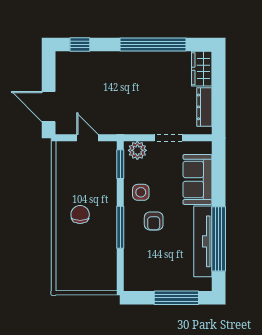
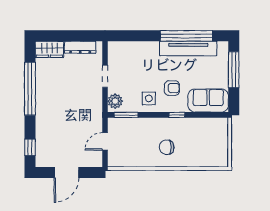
door: (49, 107) -> (67, 173), moved
sofa: (197, 179) -> (208, 101), moved, turned 180
window: (120, 227) -> (177, 115), width x0.46

